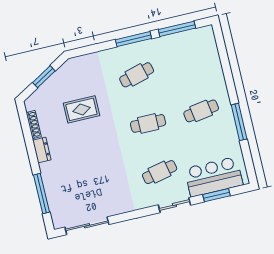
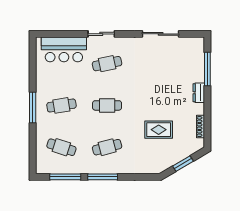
cafe table: (190, 62) -> (61, 147), added
window: (239, 122) -> (33, 107), moved
dresser: (42, 150) -> (199, 93), moved
window: (217, 195) -> (65, 34), removed
sliding door: (87, 226) -> (161, 34), moved

